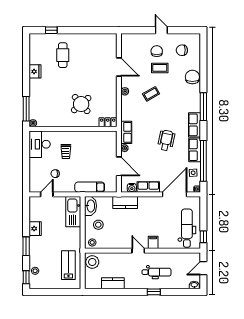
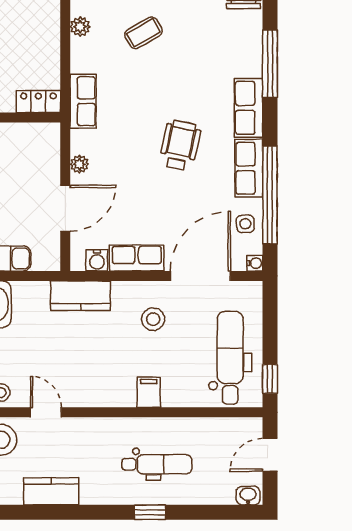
row of seats: (126, 132) -> (83, 101), moved
door: (119, 166) -> (65, 208), hinge flipped
stool: (98, 225) -> (153, 319), moved
door: (138, 251) -> (46, 412), moved

